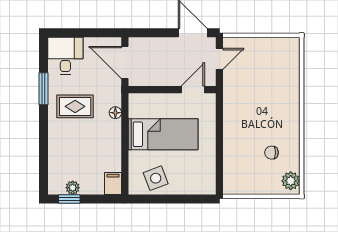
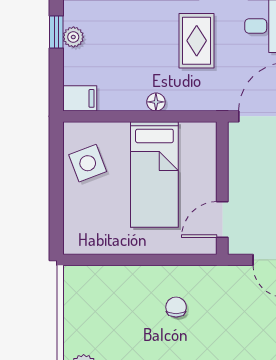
door: (193, 90) -> (222, 220), swing flipped
floor lamp: (115, 113) -> (156, 102), moved
chair: (271, 153) -> (176, 307), moved

